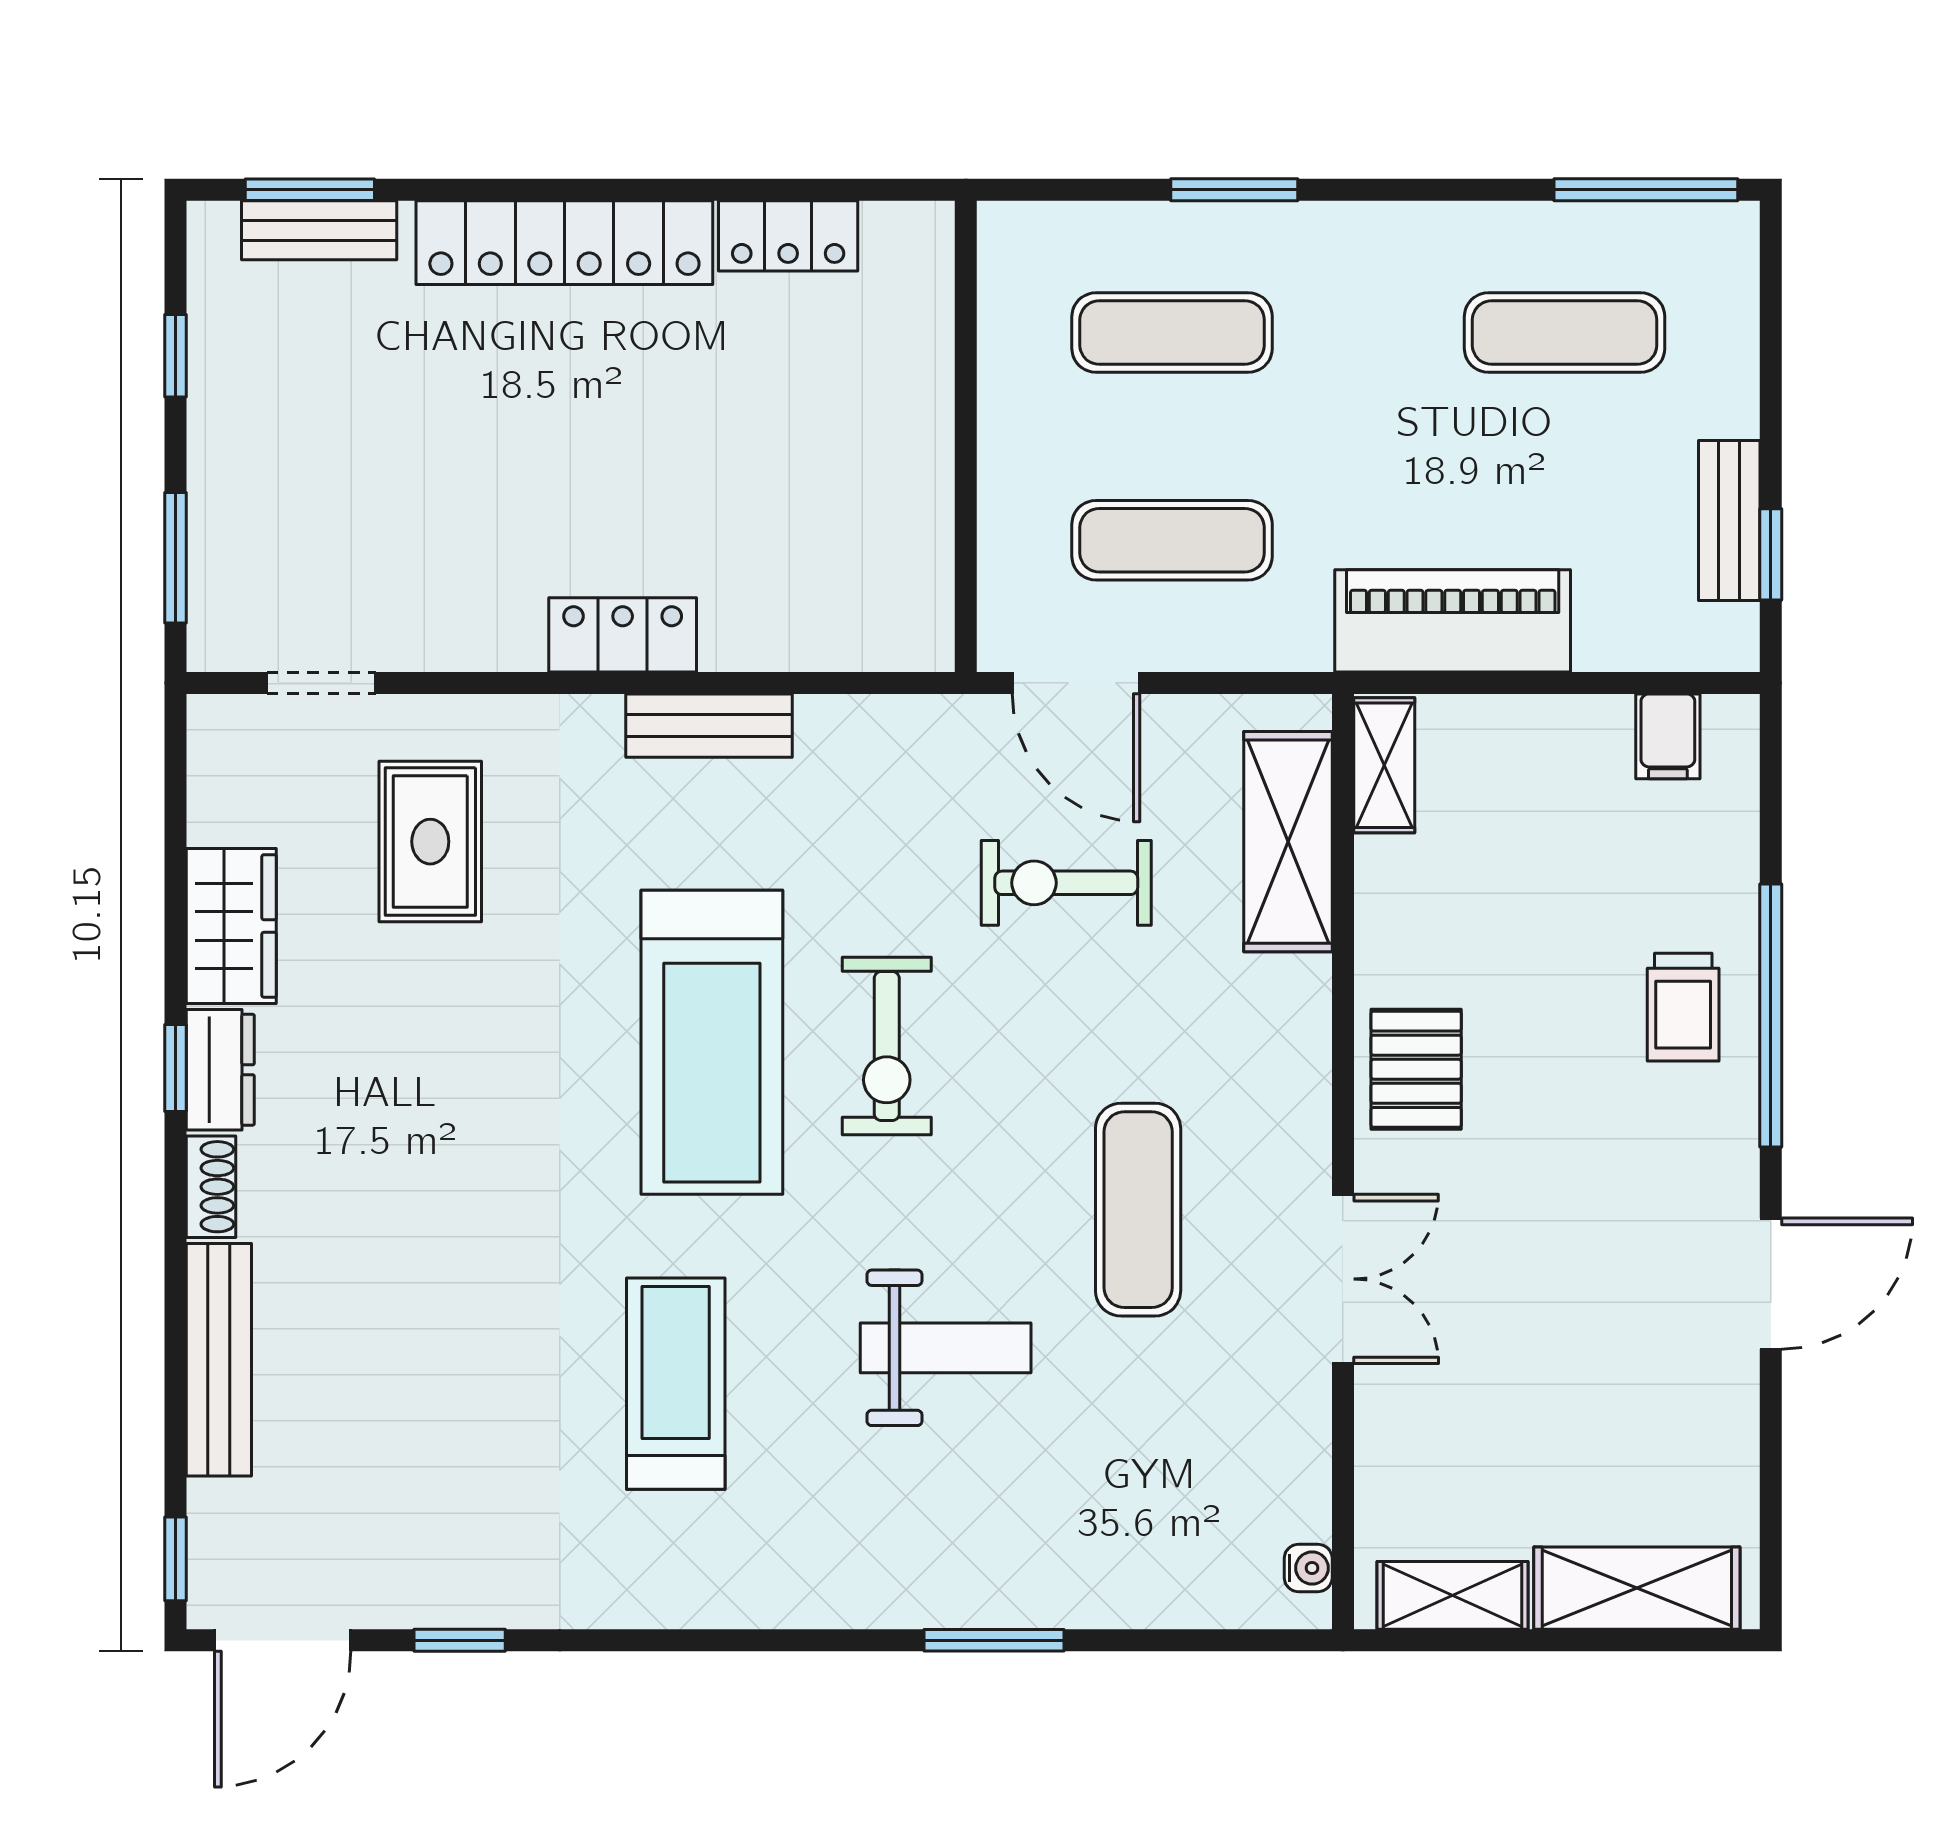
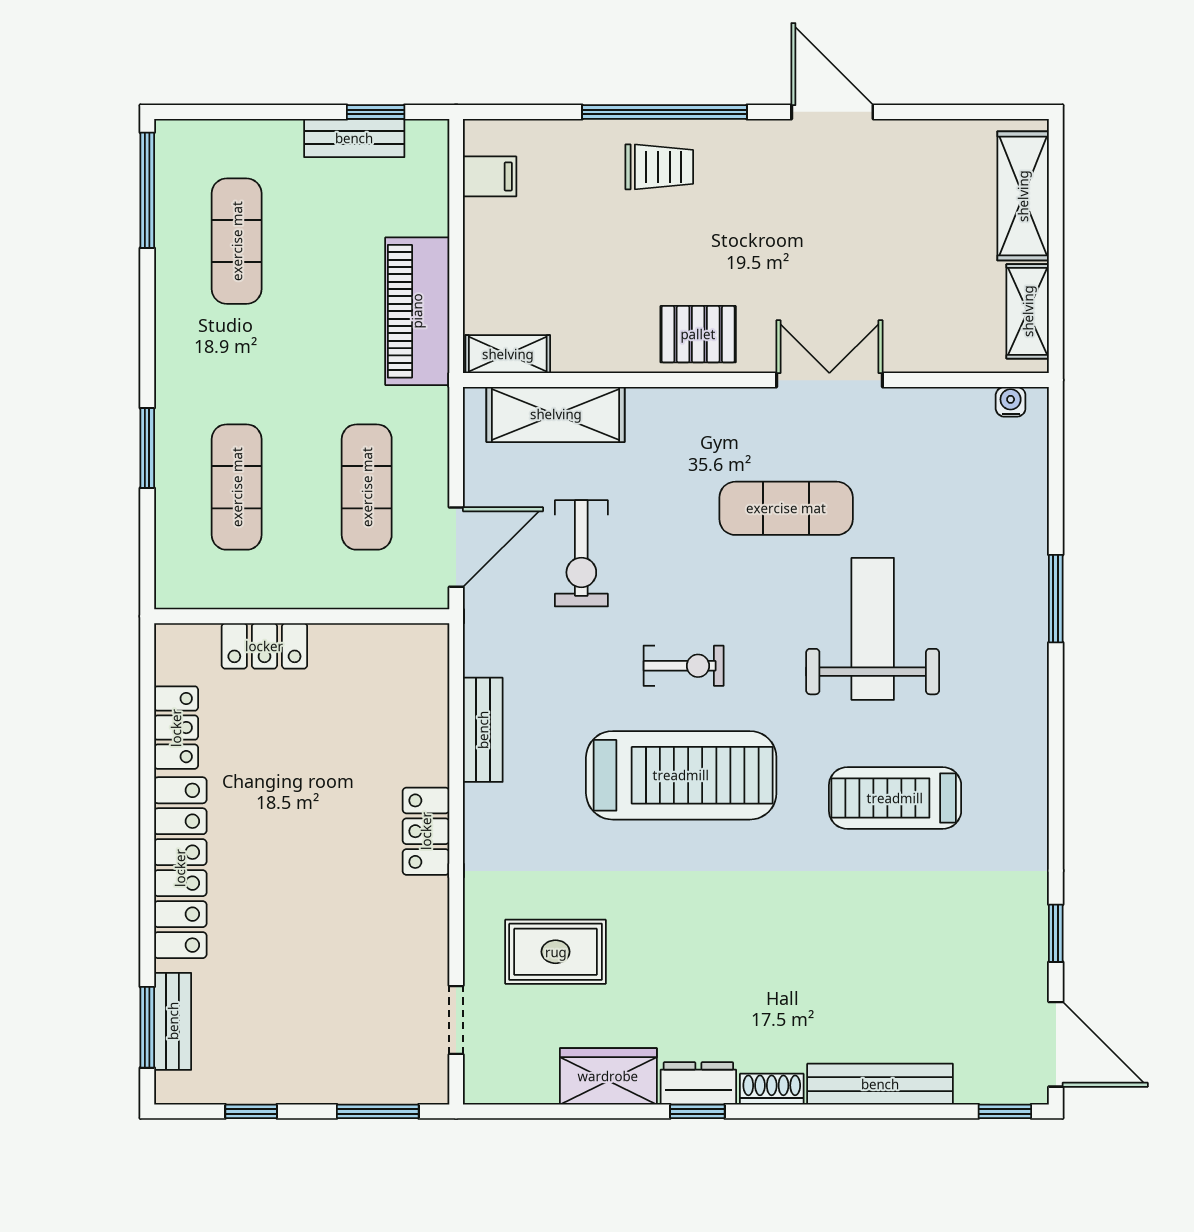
locker: (919, 377) -> (264, 646), added
bench: (709, 726) -> (483, 730), moved
exercise bike: (887, 1046) -> (684, 666), width x0.73, depth x0.72
weight bench: (946, 1348) -> (873, 629), width x1.36, depth x1.33

